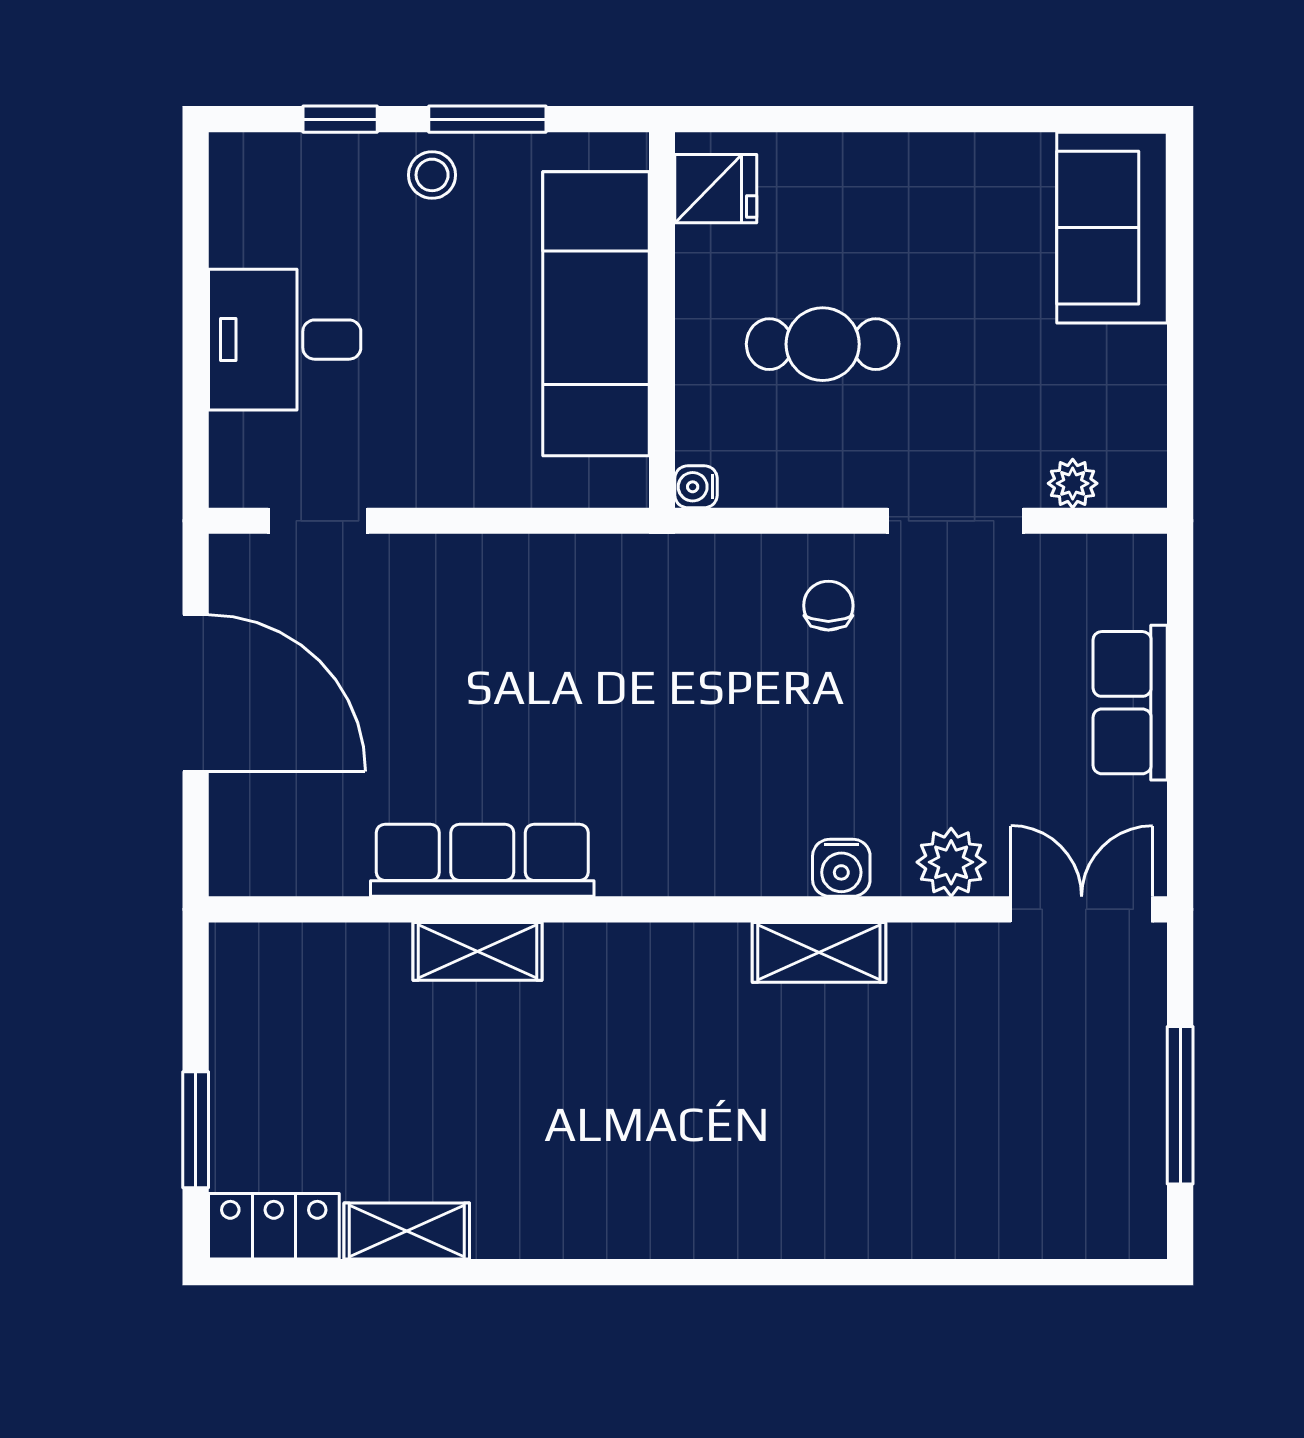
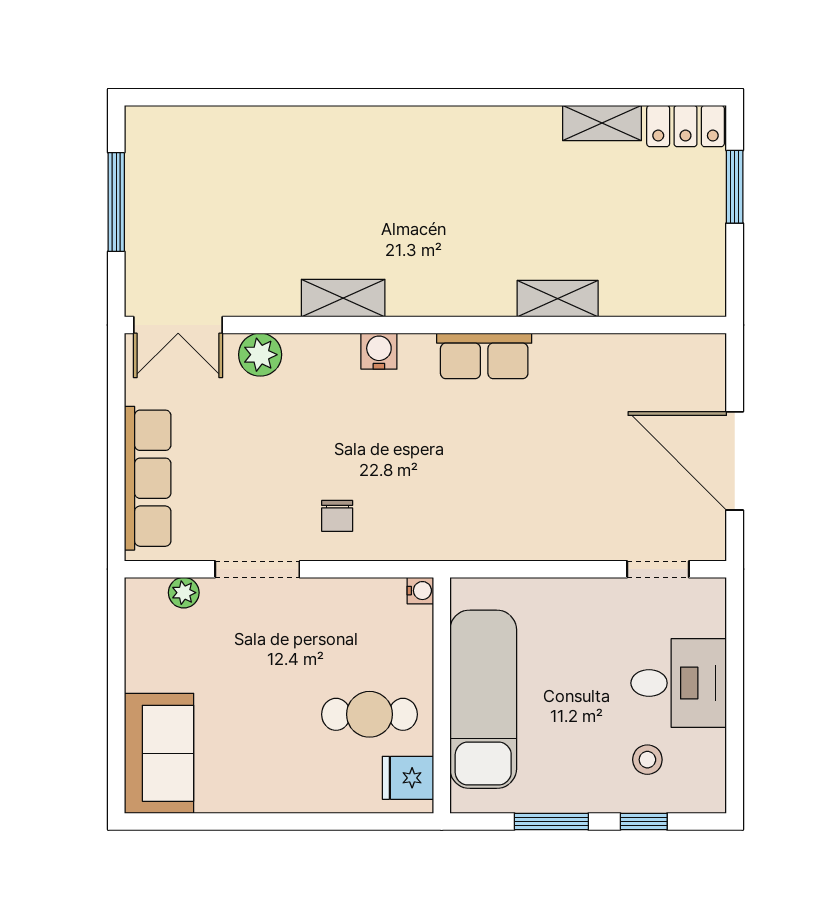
stool: (432, 175) -> (647, 760), moved
cafe table: (823, 344) -> (369, 714), moved
row of seats: (1130, 703) -> (148, 478), width x1.48
row of seats: (482, 860) -> (484, 356), moved, width x0.68
water cooler: (841, 868) -> (379, 351), moved

